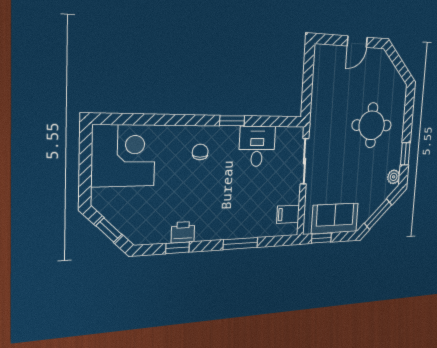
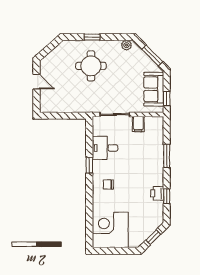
window: (405, 154) -> (92, 37), moved
filing cabinet: (288, 214) -> (138, 124), moved

